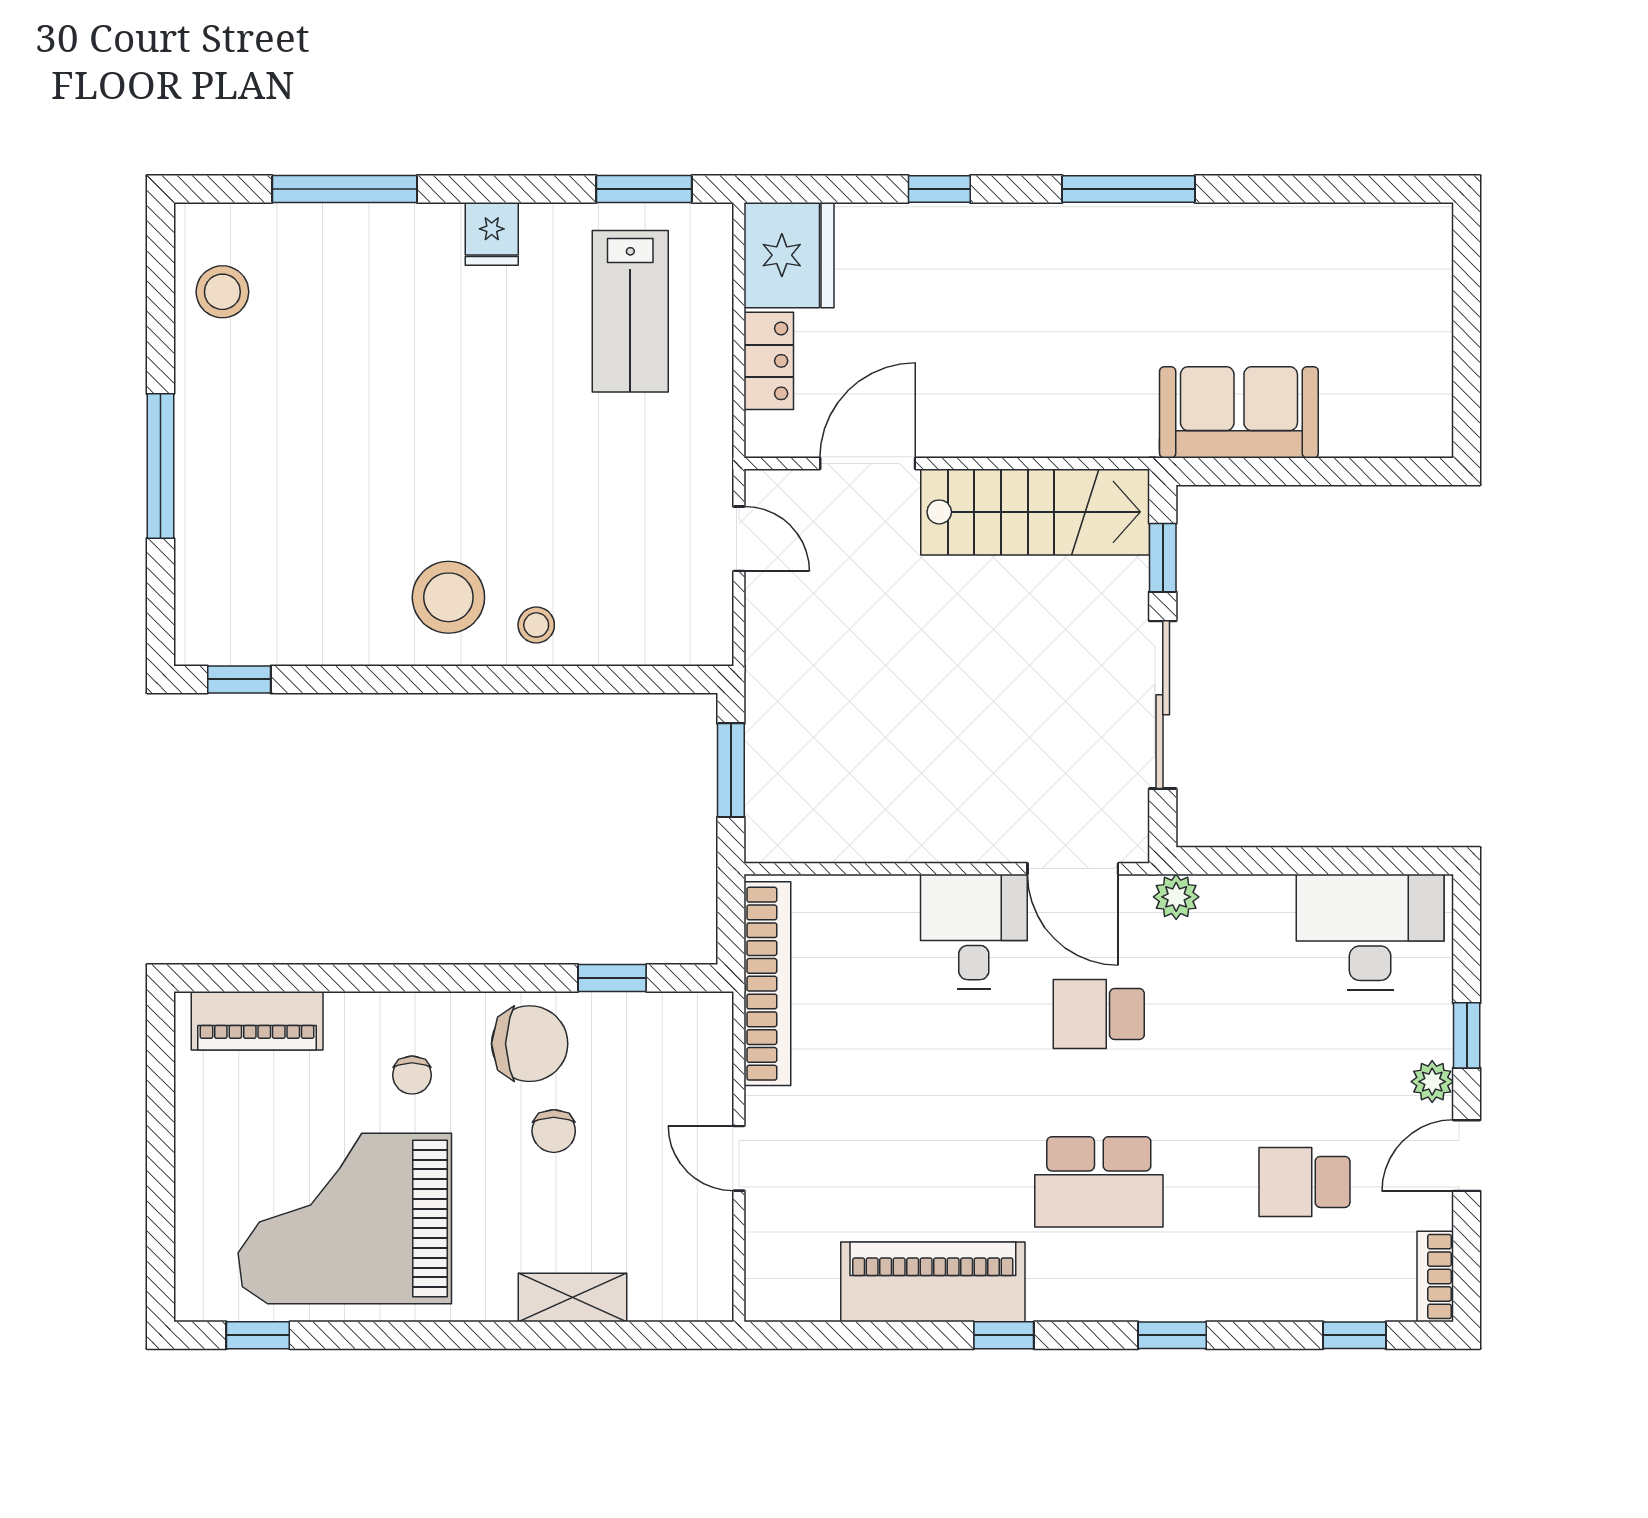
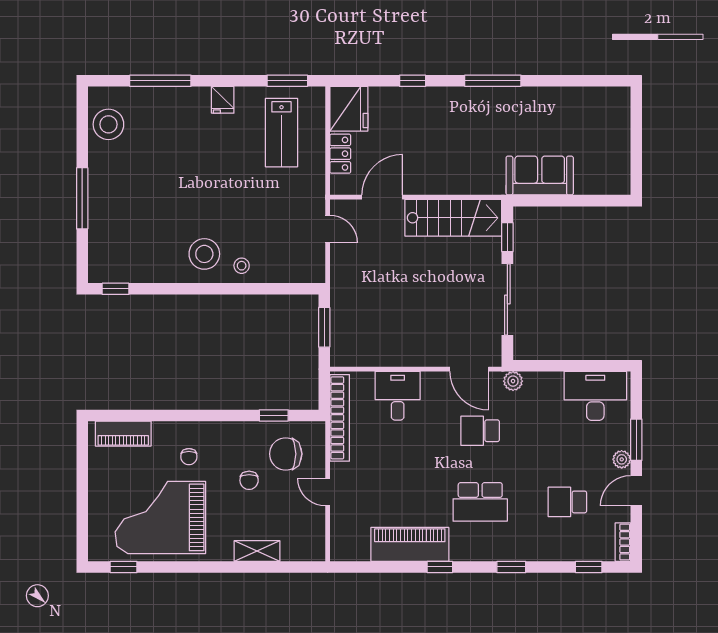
stool: (222, 292) -> (108, 124), width x1.38, depth x1.38
desk: (974, 932) -> (398, 396), moved
window: (1467, 1035) -> (636, 440), width x1.50
chair: (530, 1044) -> (286, 454), moved, turned 180

